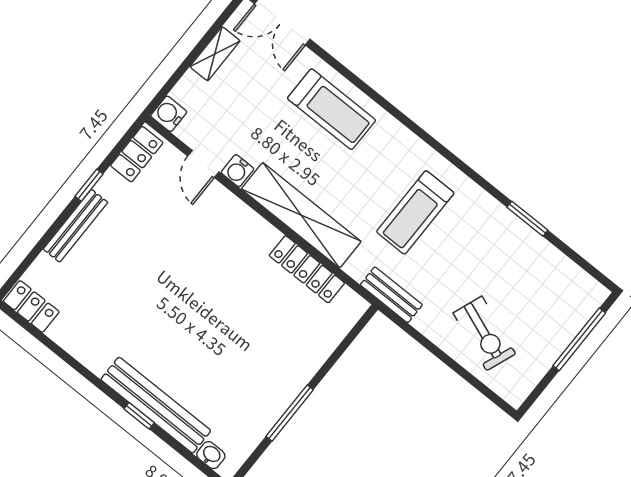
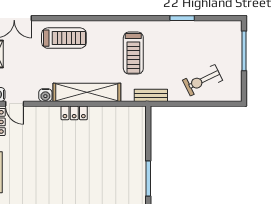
door: (203, 164) -> (15, 104), moved
locker: (307, 269) -> (74, 113), moved, width x0.66
exercise bike: (484, 333) -> (203, 80), turned 133

